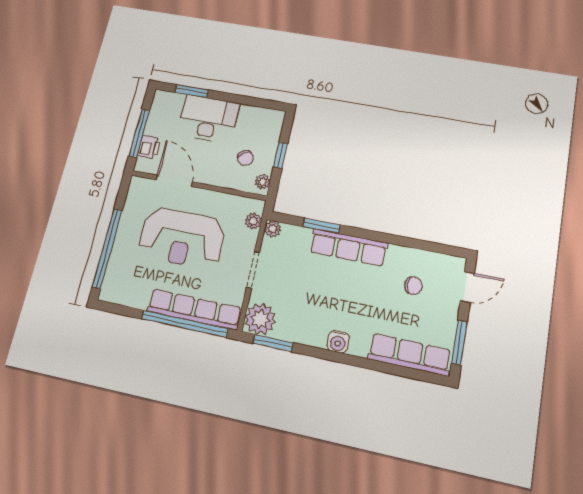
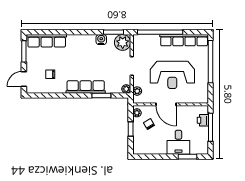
desk: (208, 119) -> (178, 142), width x0.73
door: (174, 181) -> (166, 104), moved
reception desk: (182, 238) -> (172, 75), turned 180
row of seats: (194, 309) -> (184, 40), moved
water cooler: (338, 342) -> (101, 40), moved

